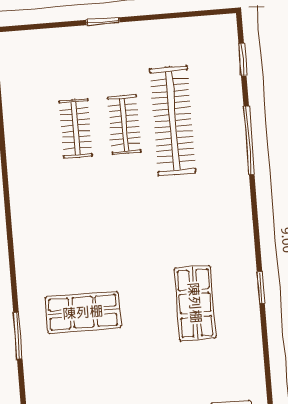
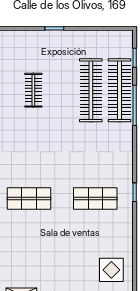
clothes rail: (124, 125) -> (119, 90), moved, width x1.86, depth x1.31
shop shelf: (195, 303) -> (95, 199), turned 90

